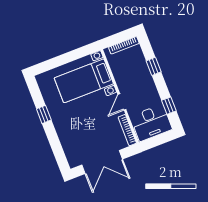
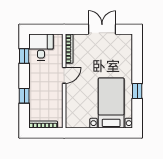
bed with nightstands: (84, 81) -> (111, 103), moved, turned -90
desk: (151, 123) -> (41, 47), width x0.73
double door: (102, 162) -> (102, 29), width x0.73

